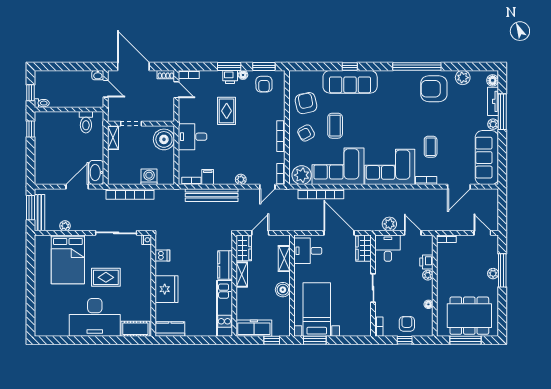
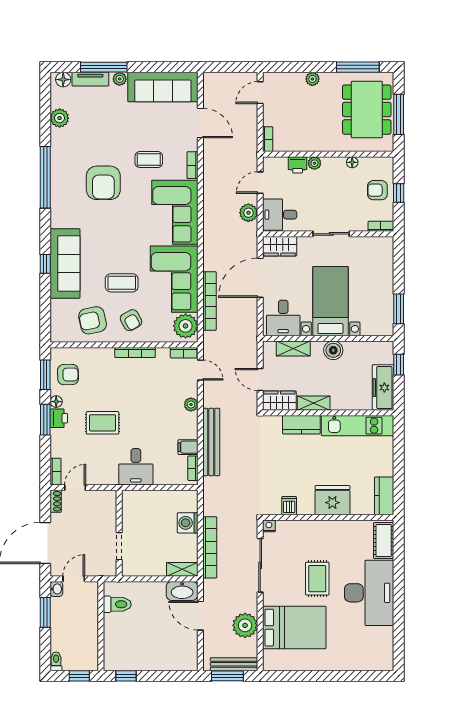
window: (80, 66) -> (45, 612), added
armchair: (434, 89) -> (103, 183), moved
toilet: (42, 103) -> (56, 661), moved
shelving: (113, 138) -> (182, 569), moved
boiler: (164, 139) -> (139, 504), removed
plant: (65, 226) -> (245, 625), width x1.87, depth x1.87
window: (502, 270) -> (358, 67), moved
bed with nightstands: (317, 309) -> (330, 301), moved, turned 90

